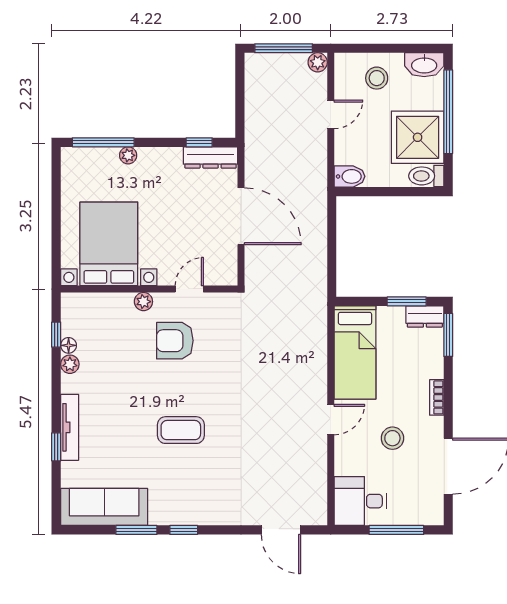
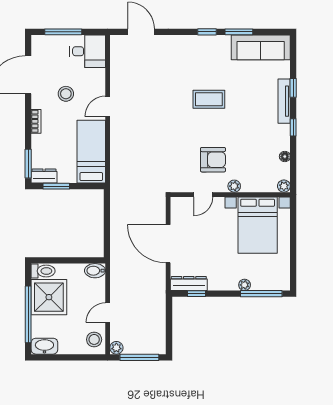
stool: (377, 78) -> (94, 339), moved
window: (56, 335) -> (293, 127), moved
plant: (70, 364) -> (284, 186), moved

